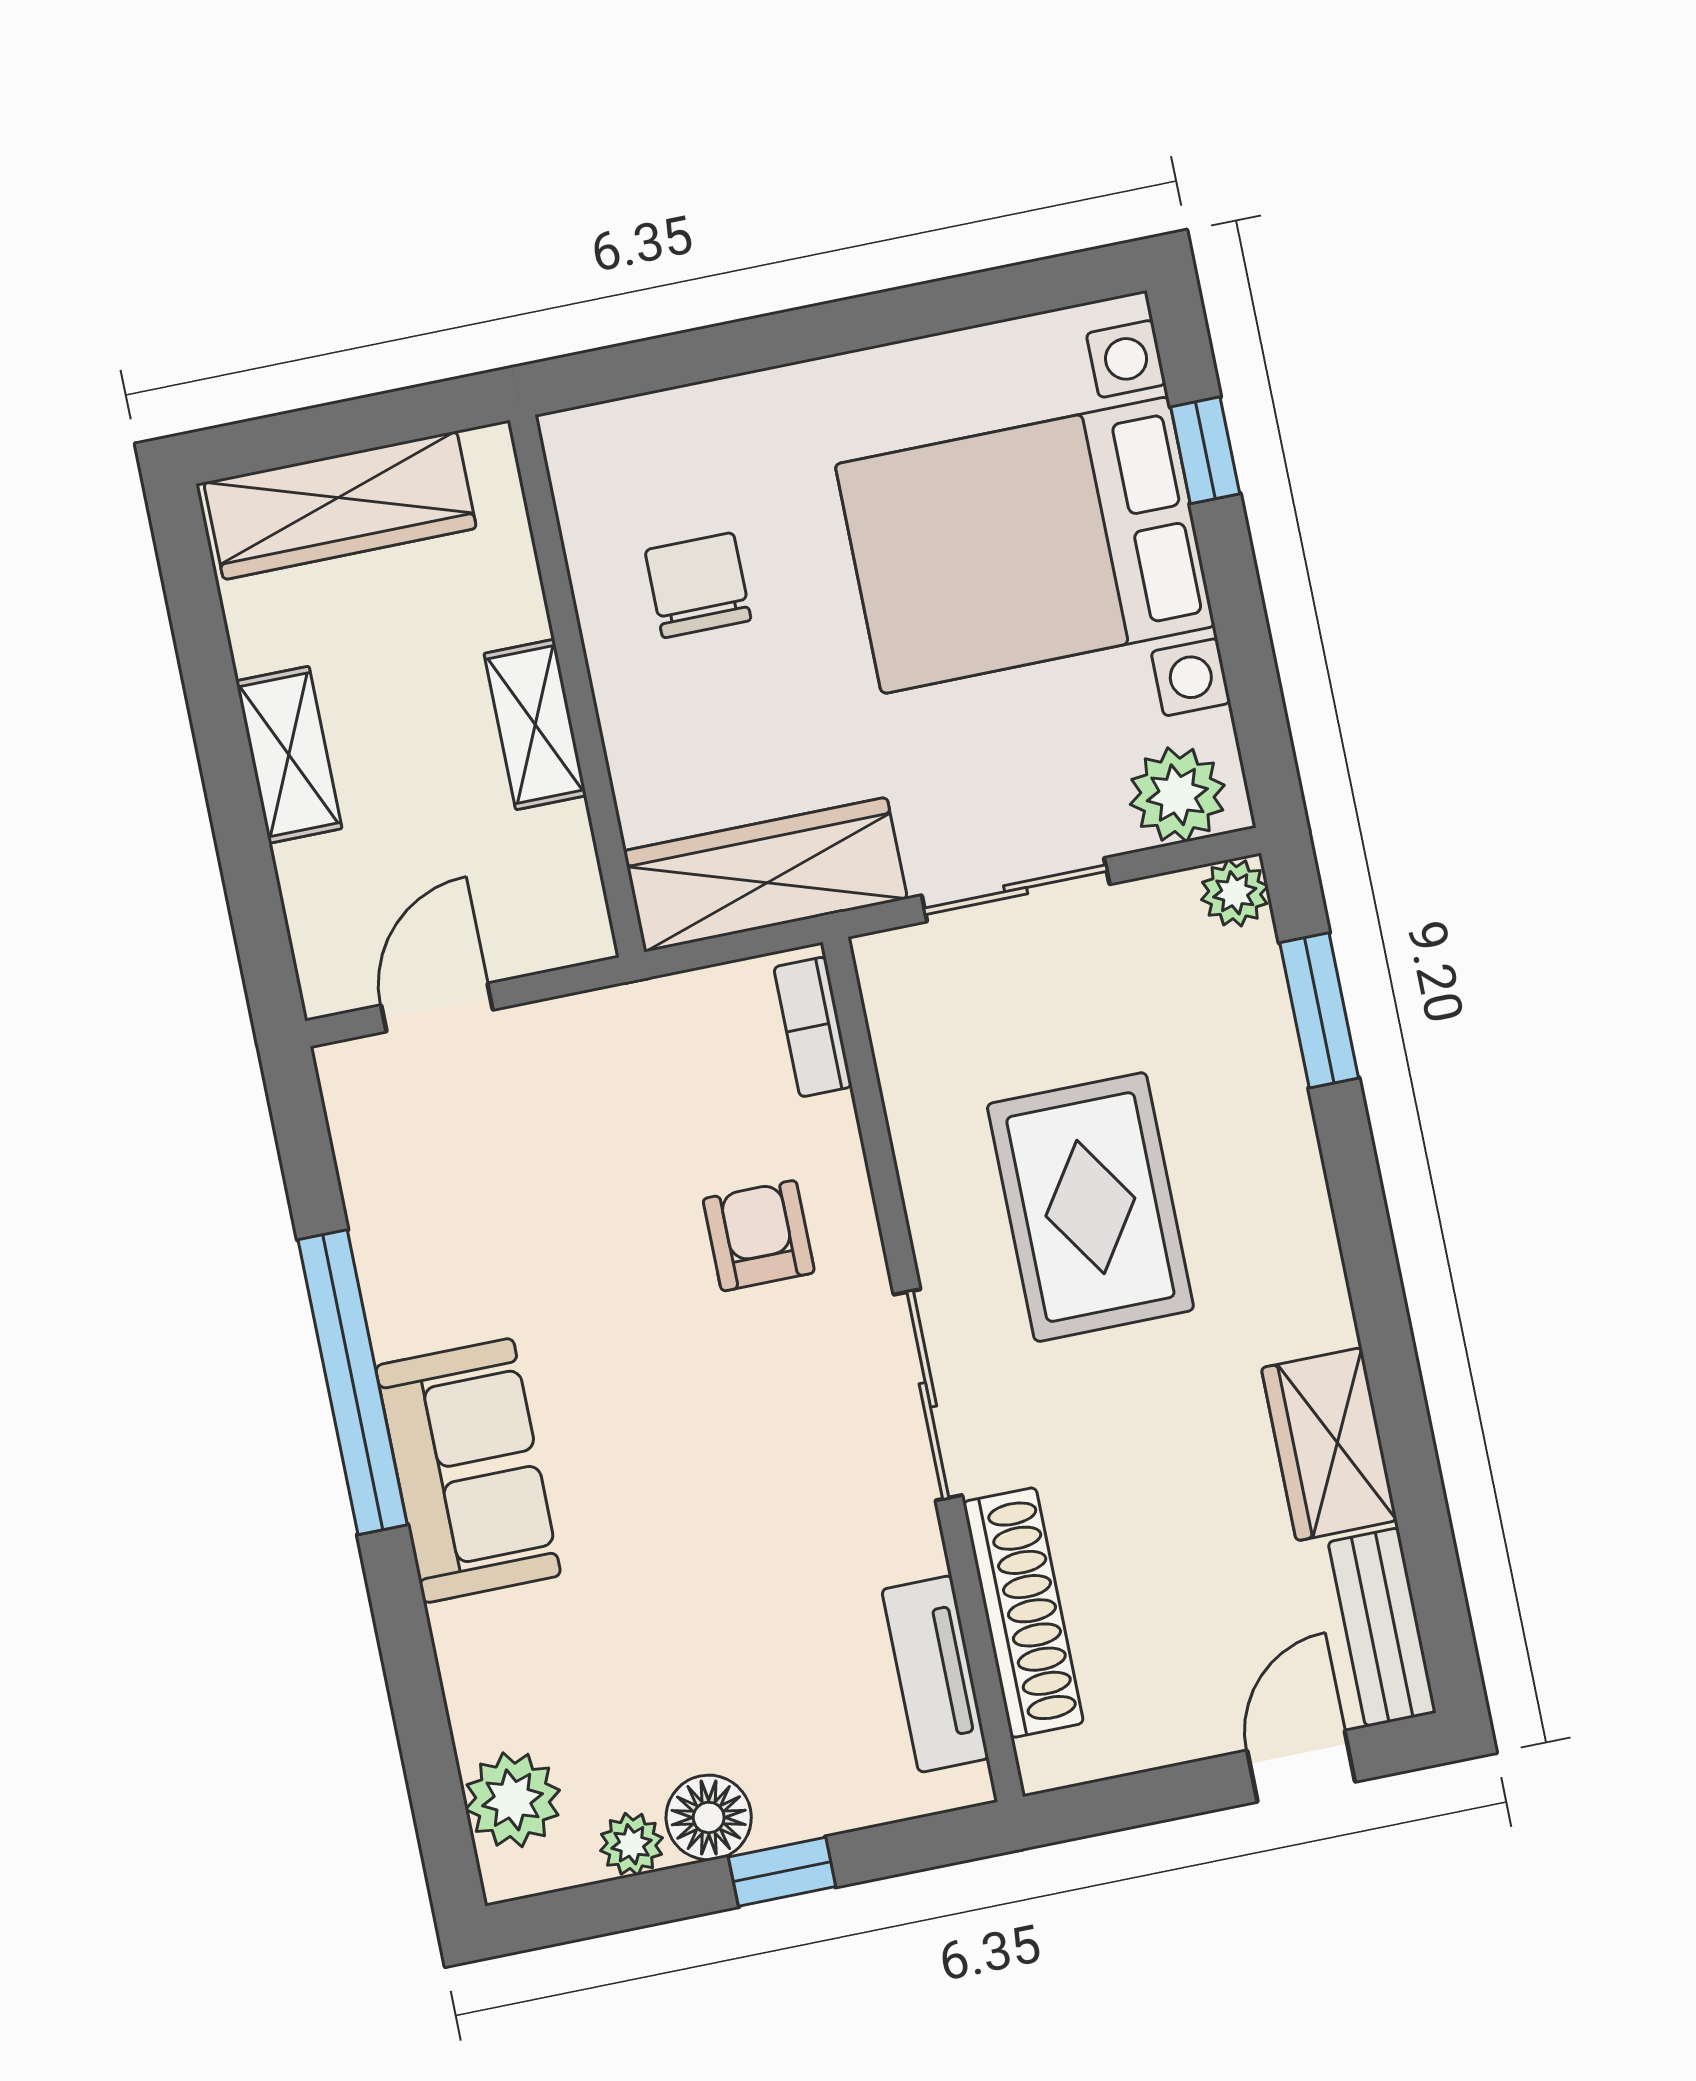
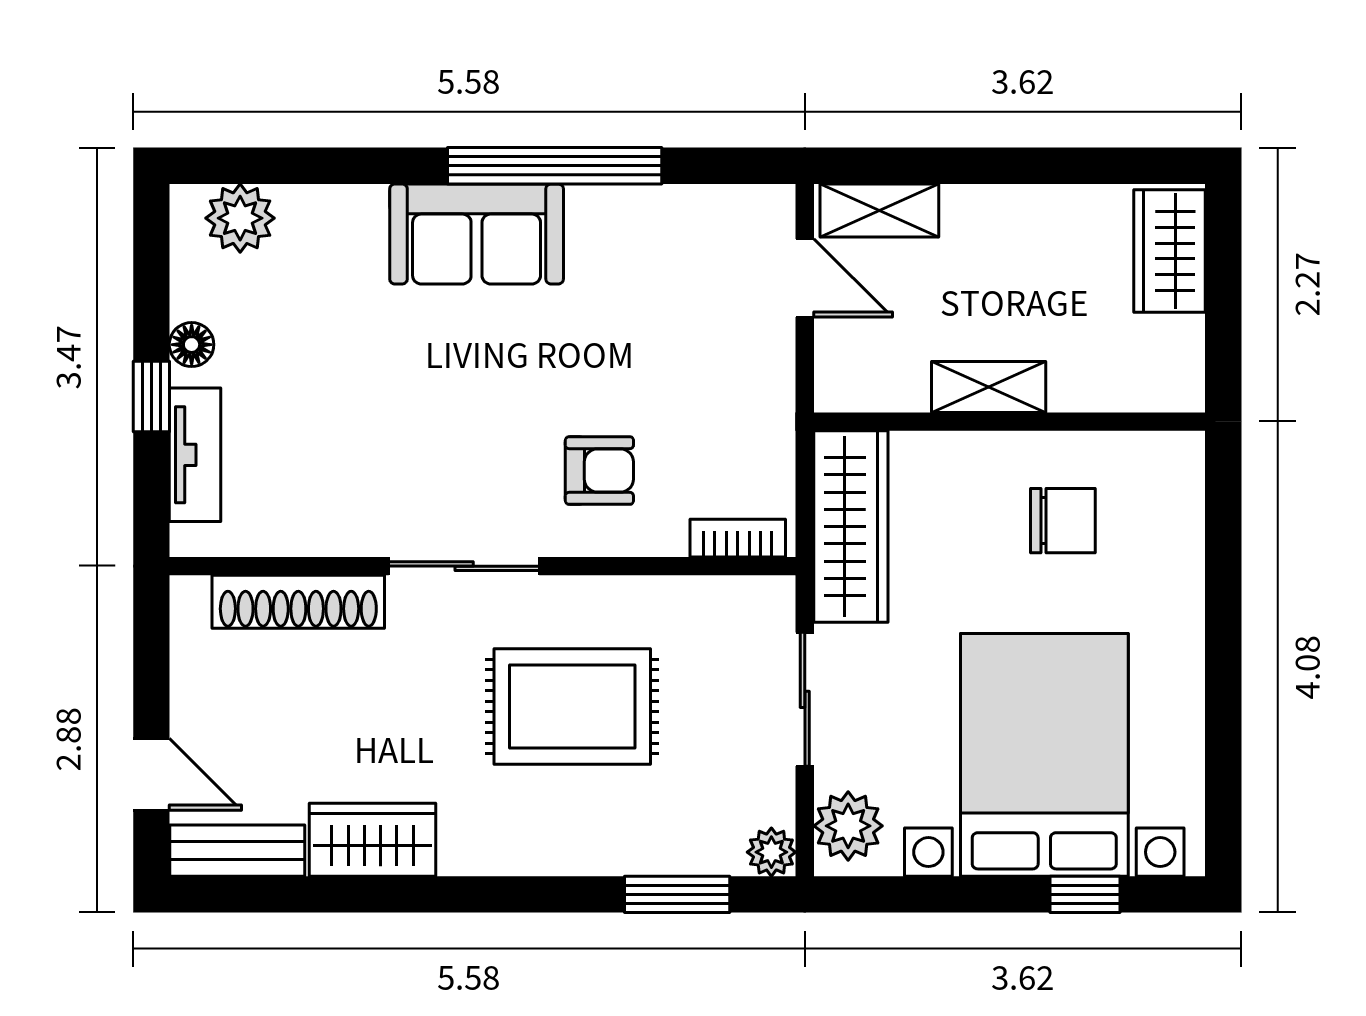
wardrobe: (340, 505) -> (1170, 251), width x0.67
shelving: (289, 755) -> (879, 210), moved
tv unit: (935, 1674) -> (195, 455), moved, turned 90
floor lamp: (709, 1817) -> (192, 345), width x0.73, depth x0.73
plant: (631, 1844) -> (192, 295), removed

